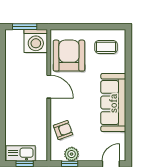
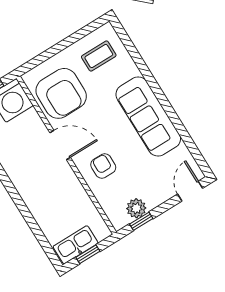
armchair: (69, 56) -> (61, 93), turned 180
armchair: (63, 130) -> (103, 166), moved, turned -70

